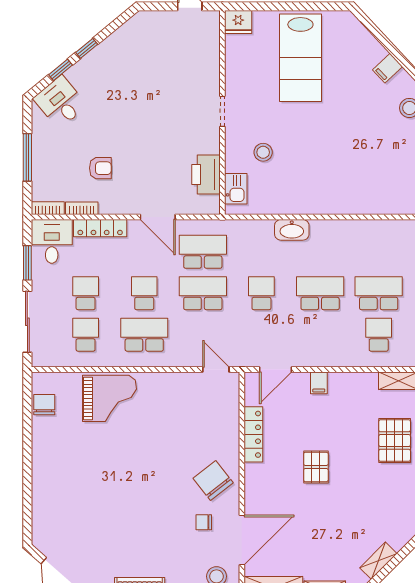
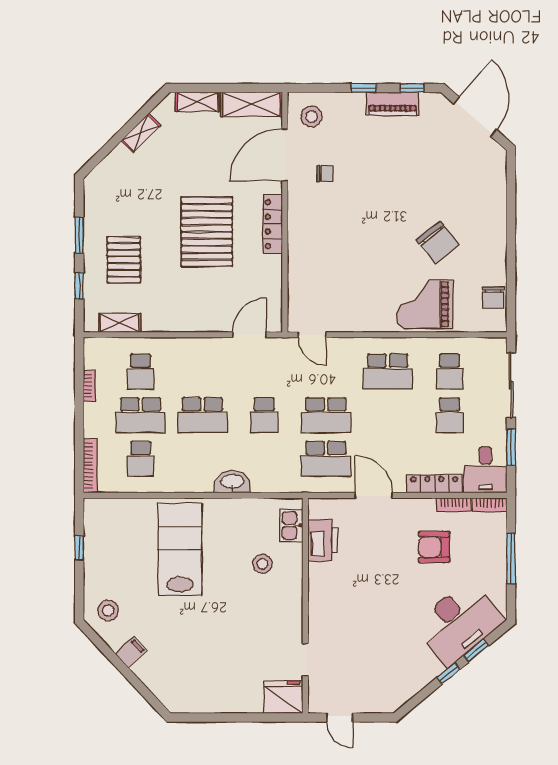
fridge: (238, 22) -> (284, 697), width x1.36, depth x1.34
lab bench: (300, 58) -> (180, 549), moved
desk: (60, 102) -> (459, 623), width x1.87, depth x1.30
doorway: (222, 111) -> (305, 660), moved
armchair: (100, 168) -> (434, 547), width x1.38, depth x1.38
school desk: (144, 293) -> (141, 459), moved
filing cabinet: (319, 383) -> (204, 321), removed
locker: (253, 434) -> (273, 224), moved
pallet: (316, 467) -> (207, 232), width x2.05, depth x2.00
chair: (213, 481) -> (438, 242), moved

